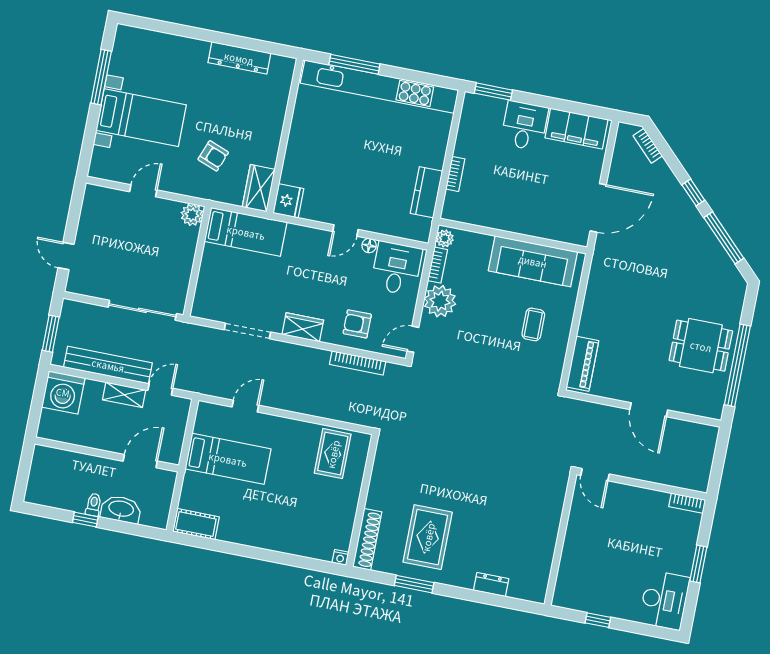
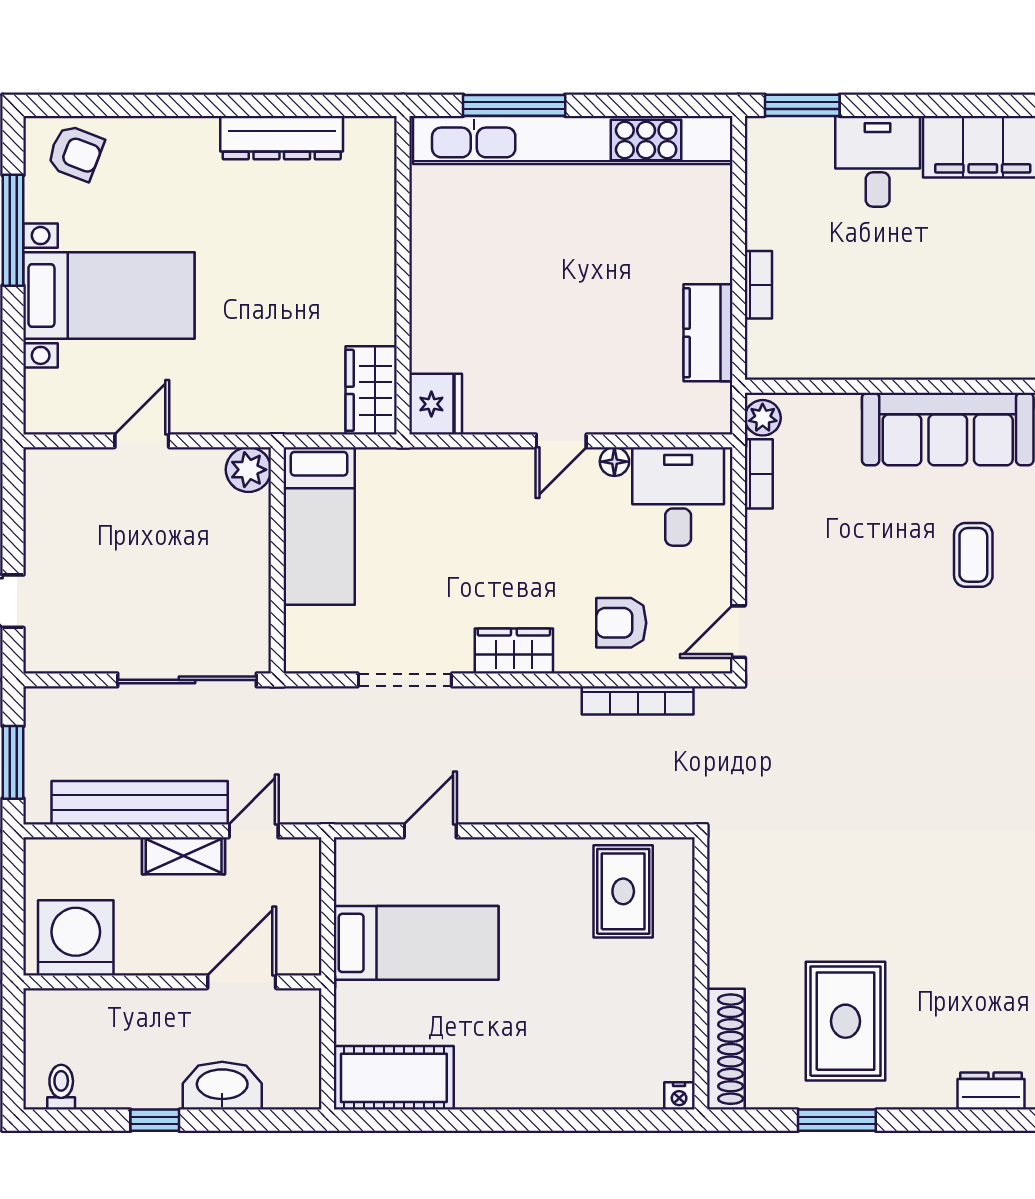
armchair: (213, 156) -> (76, 153), moved
bed: (246, 232) -> (319, 526), moved, turned 90
plant: (440, 301) -> (778, 545), removed
washing machine: (63, 392) -> (76, 938), moved, turned 180
toilet: (94, 505) -> (61, 1087), moved
cot: (196, 524) -> (394, 1078), width x1.37, depth x1.34

